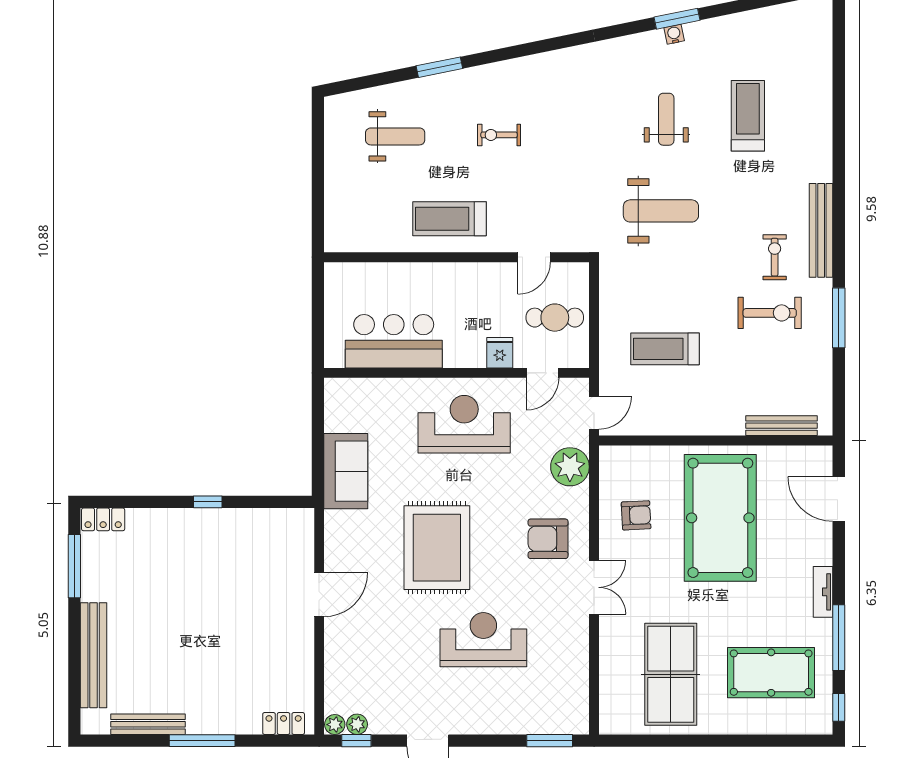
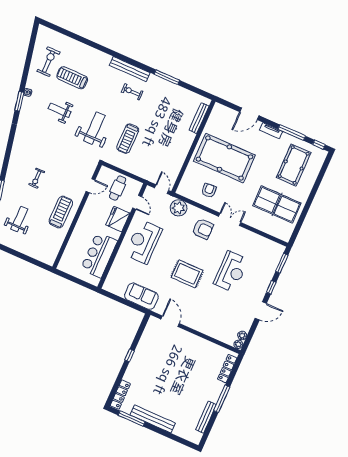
window: (677, 19) -> (19, 101), moved
treadmill: (450, 219) -> (61, 212), turned 180
door: (534, 257) -> (90, 186), hinge flipped
exercise bike: (770, 313) -> (48, 62), moved
treadmill: (665, 349) -> (128, 139), moved
fridge: (500, 353) -> (118, 219), width x1.88, depth x1.34
door: (839, 499) -> (249, 114), moved
locker: (103, 519) -> (120, 395), width x1.53
armchair: (548, 539) -> (203, 229), turned -90
rug: (437, 548) -> (187, 274), width x0.73, depth x0.69
door: (319, 595) -> (170, 321), moved
reception desk: (483, 640) -> (231, 272), turned 180
bench: (94, 655) -> (153, 419), moved
locker: (284, 724) -> (227, 369), width x1.53
window: (356, 741) -> (271, 287), moved

